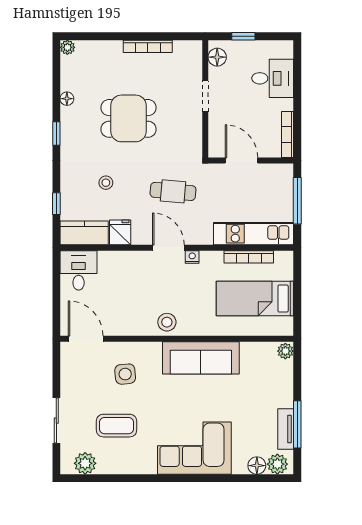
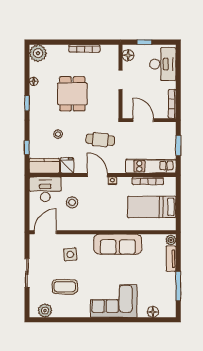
plant: (67, 47) -> (38, 53), width x1.87, depth x1.87
desk: (273, 78) -> (163, 64), width x1.37
dining table: (129, 118) -> (72, 94), turned 90
window: (297, 201) -> (178, 145), width x0.69
desk: (79, 270) -> (45, 189), width x1.37
stool: (167, 322) -> (72, 202), moved
door: (86, 339) -> (45, 232), hinge flipped
sliding door: (56, 421) -> (27, 273), moved
tv unit: (286, 429) -> (171, 259), moved
plant: (277, 464) -> (166, 311), removed

